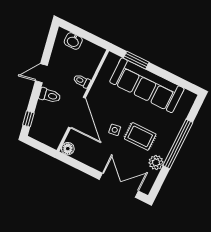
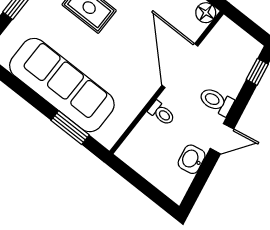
washbasin: (73, 41) -> (192, 159), moved, turned -100
side table: (115, 130) -> (127, 26), removed

